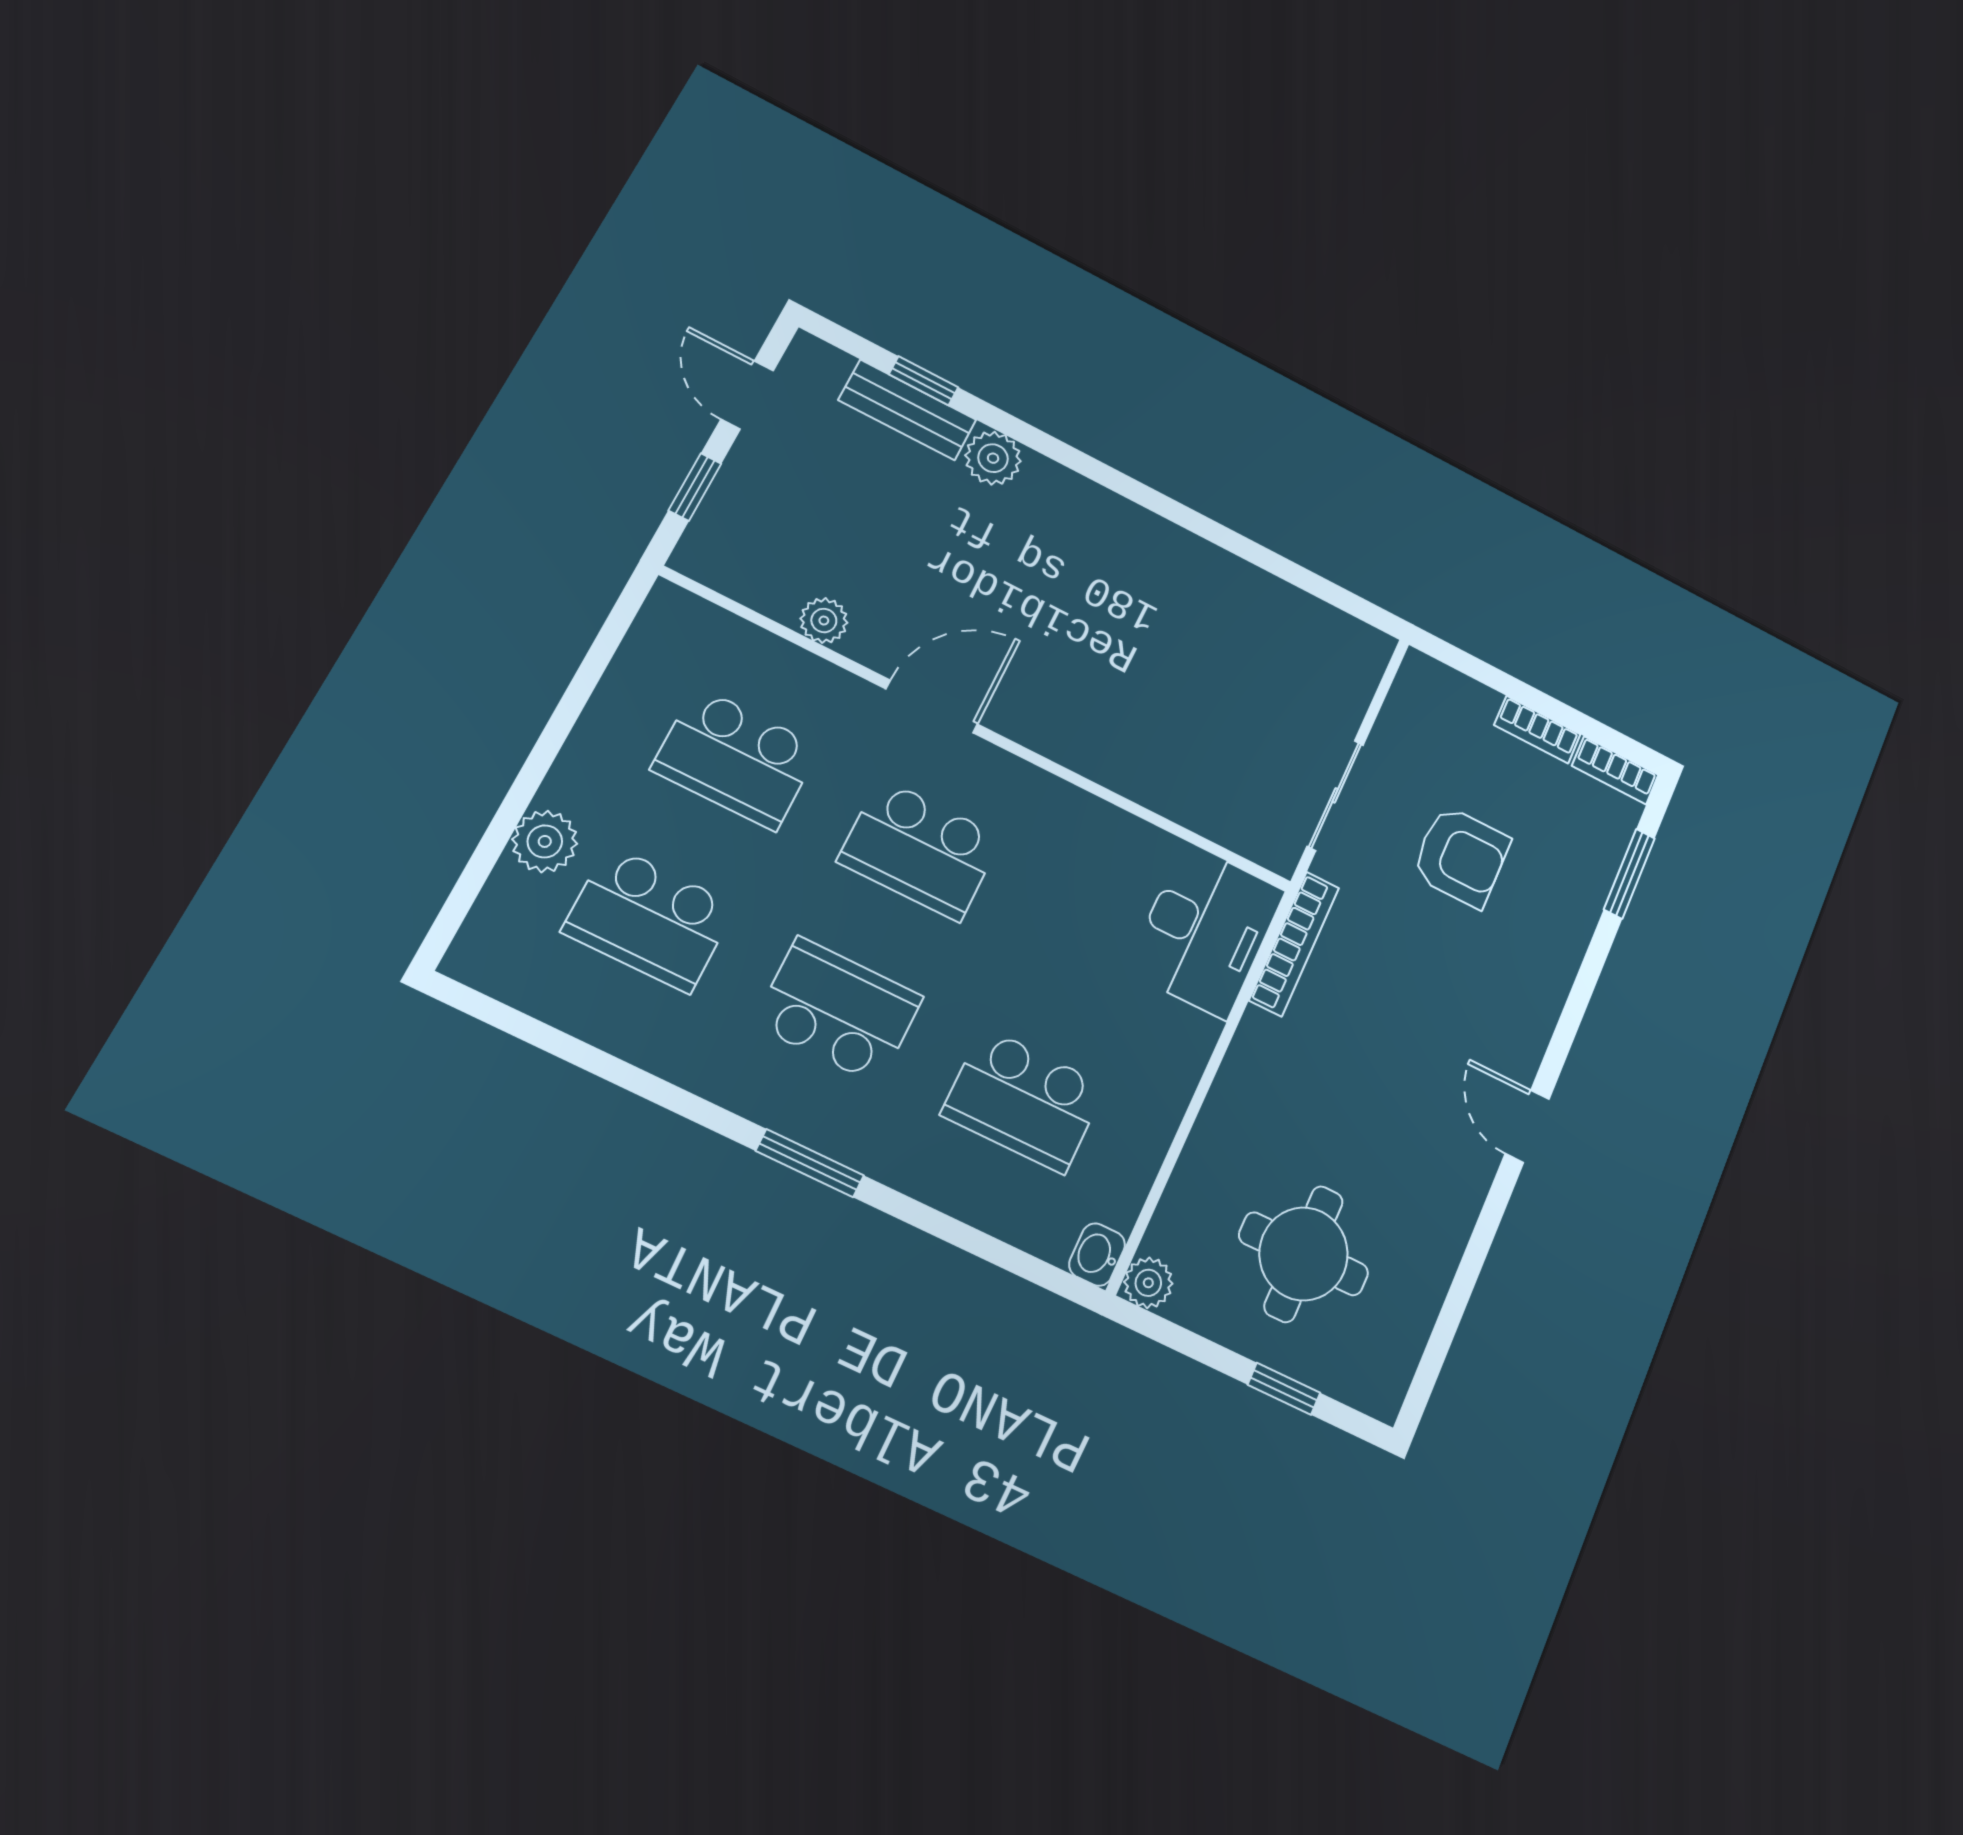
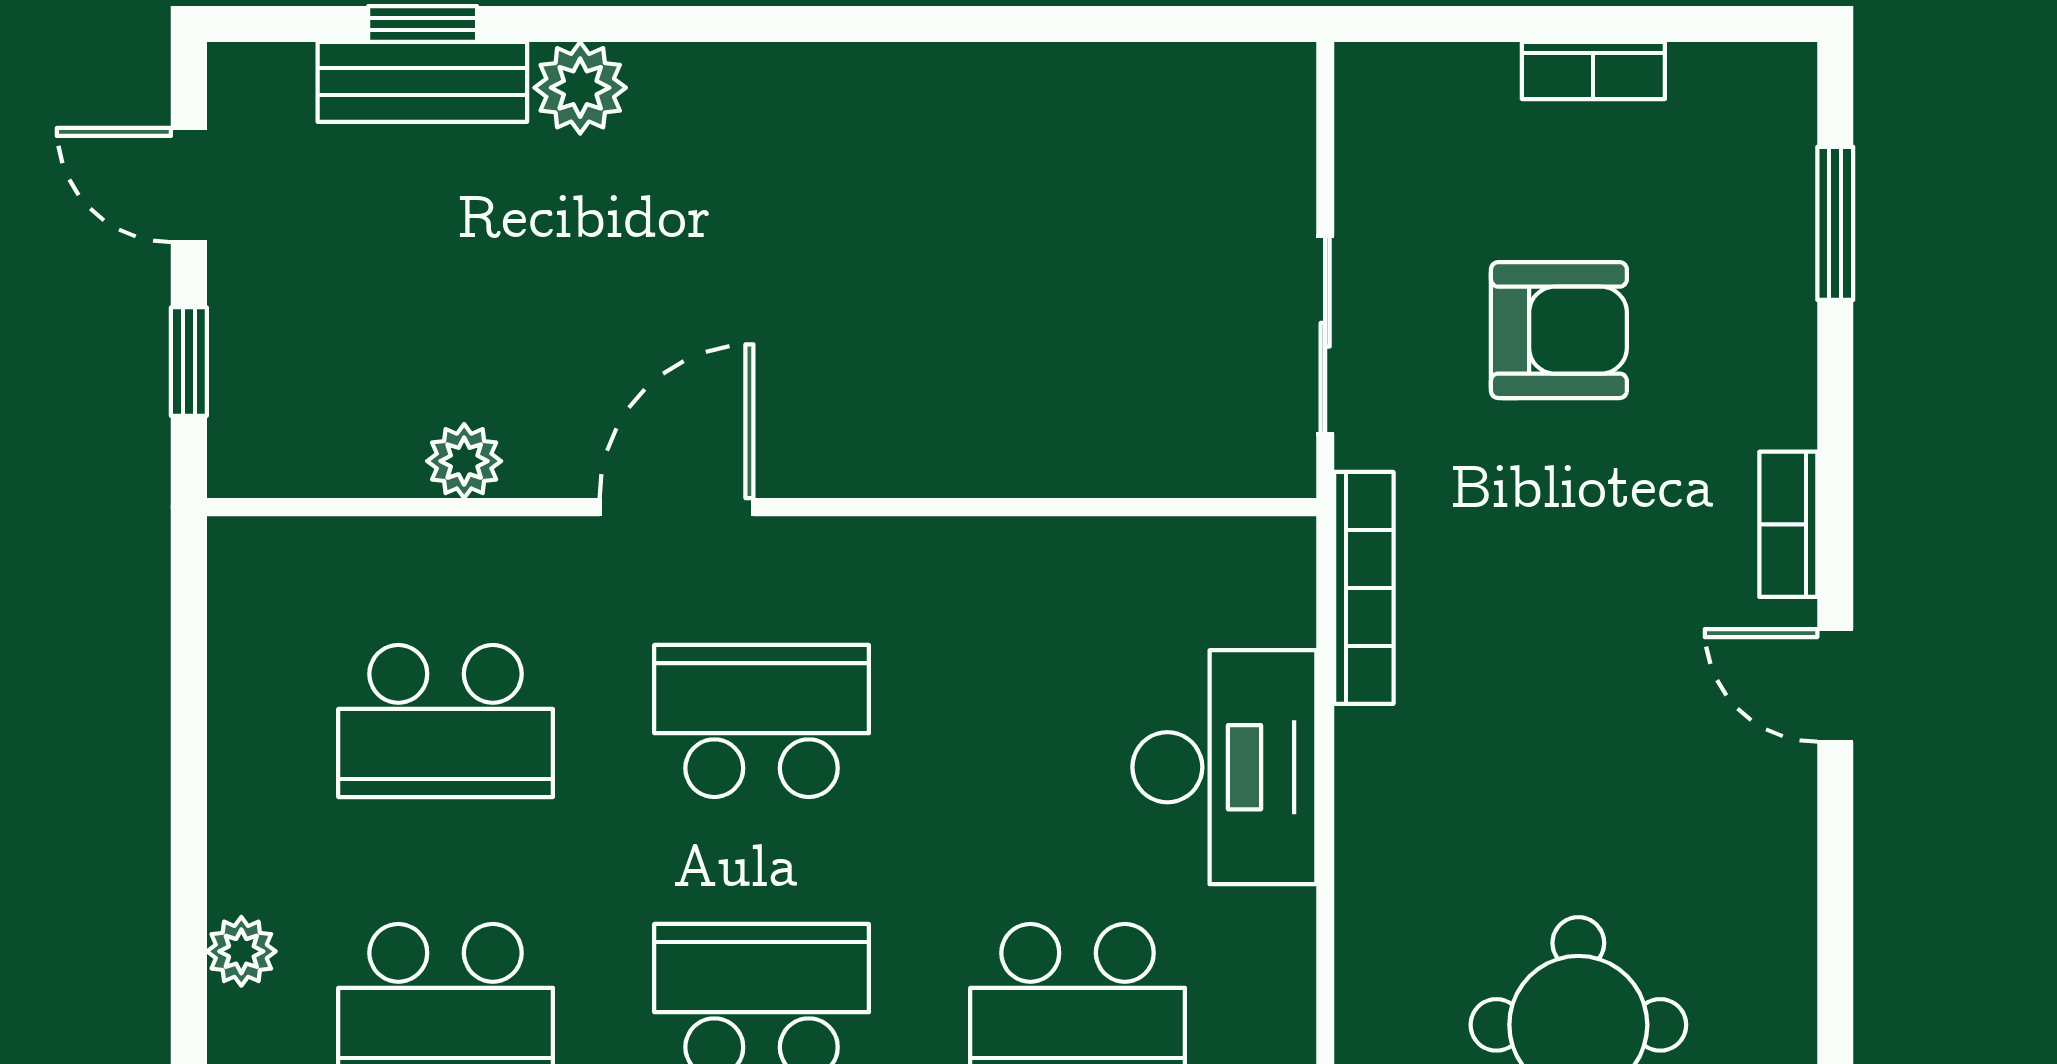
bookcase: (1615, 770) -> (1788, 524), moved, turned 90
plant: (545, 841) -> (241, 951), width x0.73, depth x0.73
school desk: (920, 850) -> (762, 721), turned 180
desk: (1206, 930) -> (1224, 767), moved

